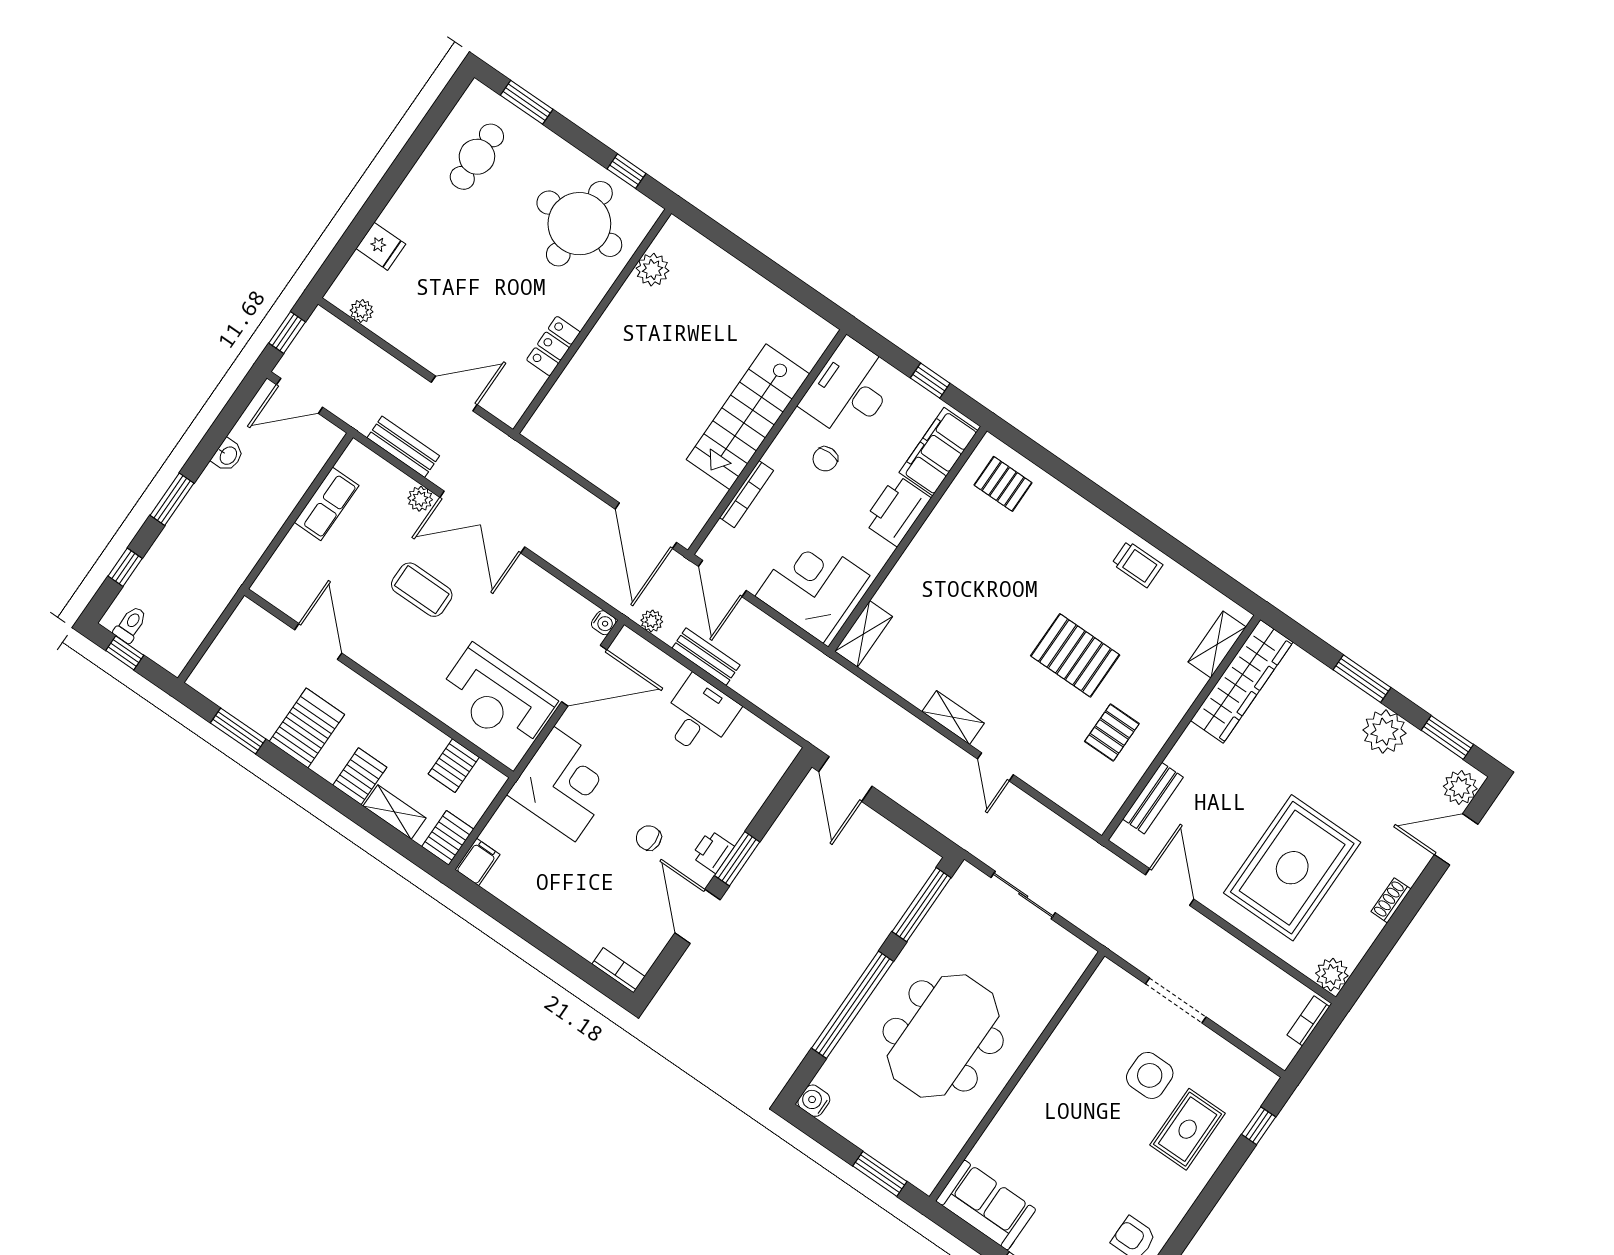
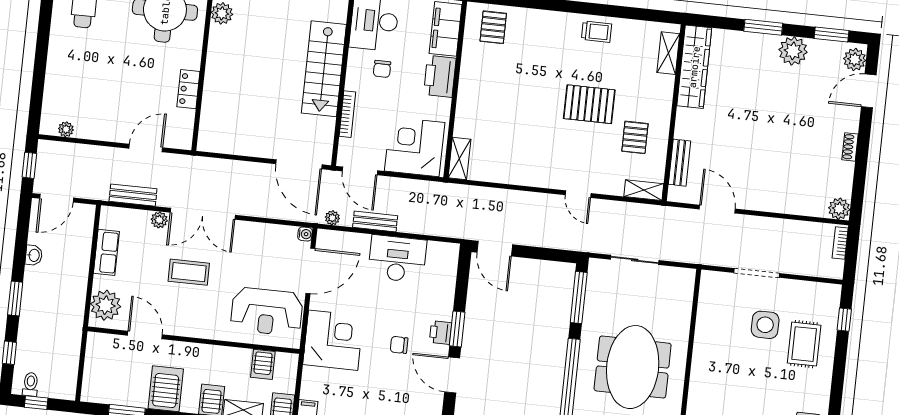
fridge: (381, 246) -> (57, 86), removed
pallet: (1003, 484) -> (493, 27), turned 90
plant: (287, 573) -> (106, 305), added
desk: (699, 716) -> (397, 259), width x1.37
shelving: (953, 717) -> (644, 190), moved
rug: (1292, 868) -> (782, 159), removed

